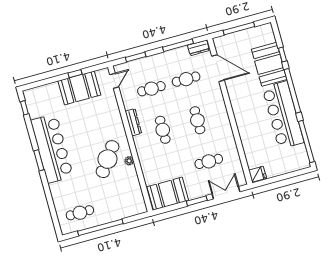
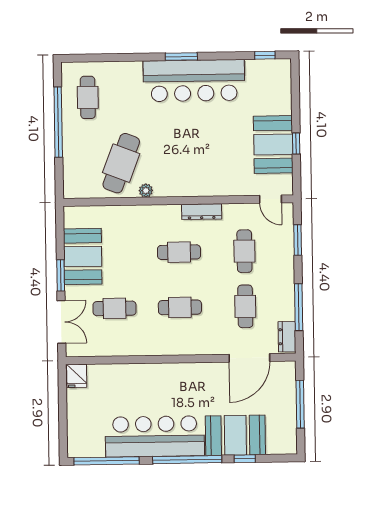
cafe table: (108, 159) -> (121, 163), moved, turned 75
cafe table: (209, 161) -> (114, 308), turned 90
booth: (168, 194) -> (83, 256), moved

